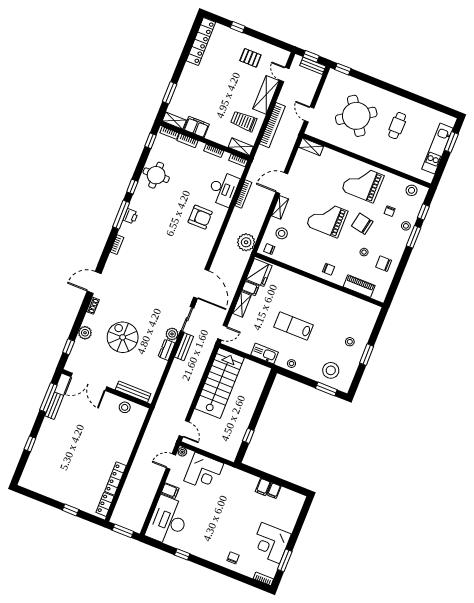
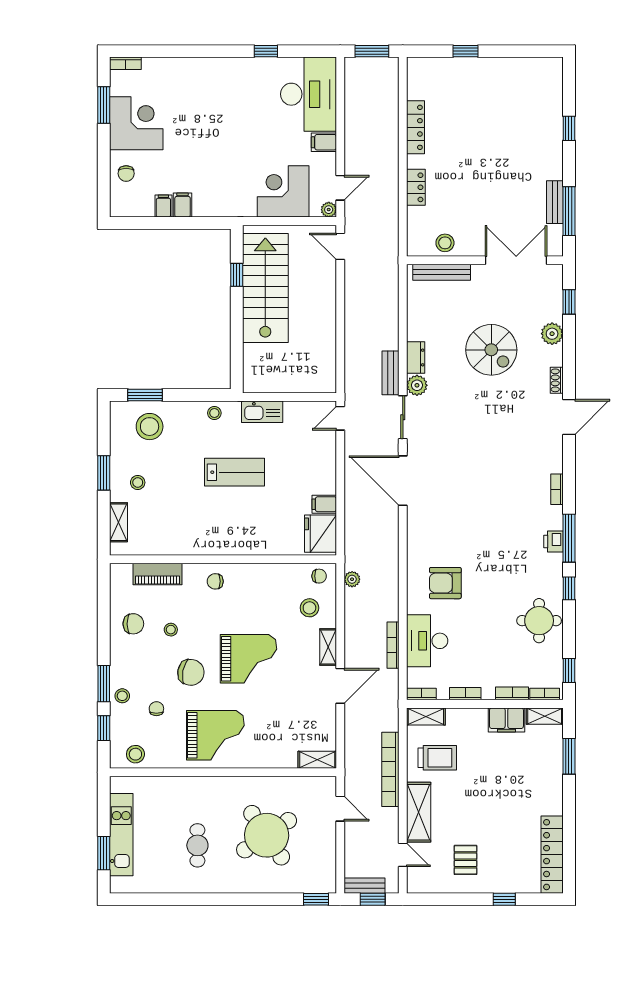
pallet: (250, 58) -> (466, 860), turned 90
plant: (246, 242) -> (352, 579), width x0.53, depth x0.53
shelving: (242, 304) -> (119, 522), moved
stairs: (219, 383) -> (265, 288), moved, turned 180
locker: (105, 504) -> (416, 187), moved
chair: (233, 558) -> (126, 173), moved

